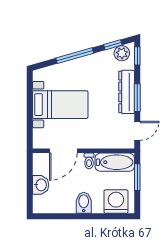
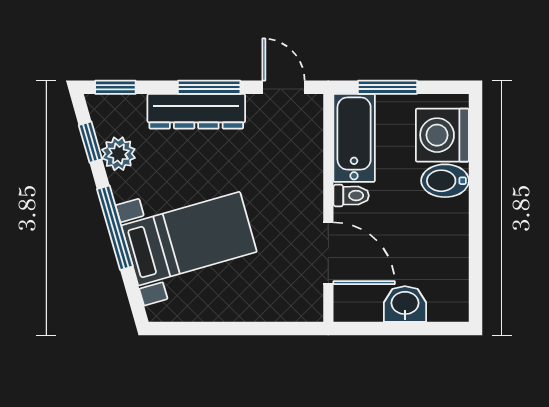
plant: (122, 53) -> (118, 154), moved
bed with nightstands: (60, 105) -> (189, 239), moved, turned 74
bidet: (84, 203) -> (445, 181), moved

